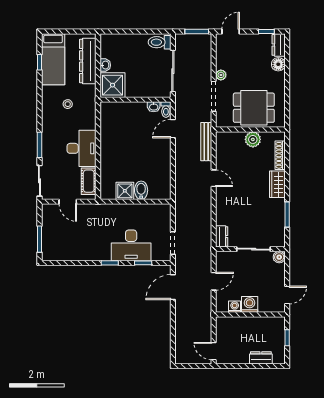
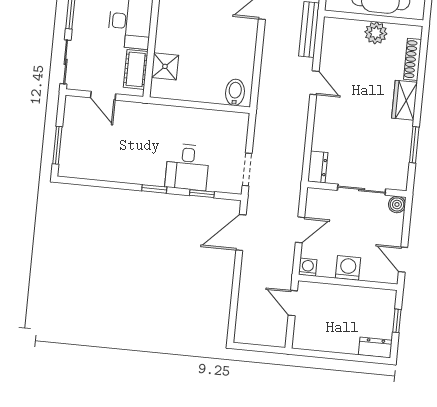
bidet: (141, 190) -> (235, 92), moved
shower: (125, 191) -> (165, 66), moved
desk: (131, 245) -> (187, 167), width x0.73
door: (287, 295) -> (403, 260), swing flipped
washing machine: (235, 307) -> (308, 267), moved
door: (214, 351) -> (293, 303), moved
dresser: (261, 358) -> (375, 348), moved

